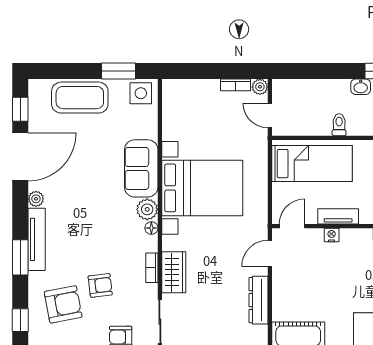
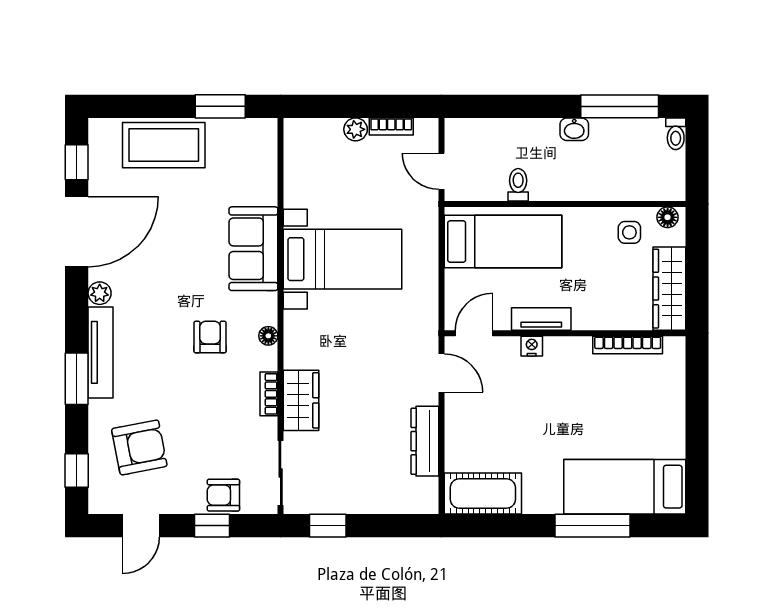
plant: (260, 87) -> (356, 129), moved
side table: (141, 93) -> (253, 139), removed
toilet: (339, 125) -> (518, 185), moved
bed with nightstands: (202, 188) -> (343, 259), width x0.73
plant: (147, 209) -> (262, 309), removed
door: (270, 253) -> (441, 373), swing flipped
armchair: (100, 285) -> (210, 337), moved, turned -83

